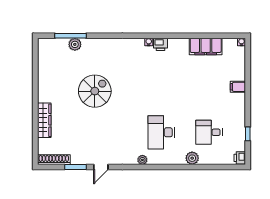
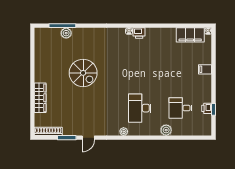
filing cabinet: (206, 46) -> (190, 35), moved
spiral stairs: (95, 91) -> (83, 73), turned 90
printer: (240, 158) -> (207, 108), moved

